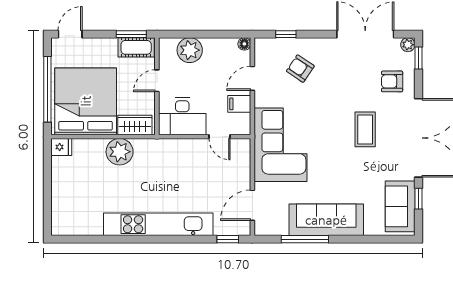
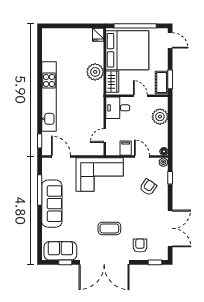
plant: (408, 45) -> (163, 162), moved
desk: (182, 116) -> (118, 108), width x0.73

